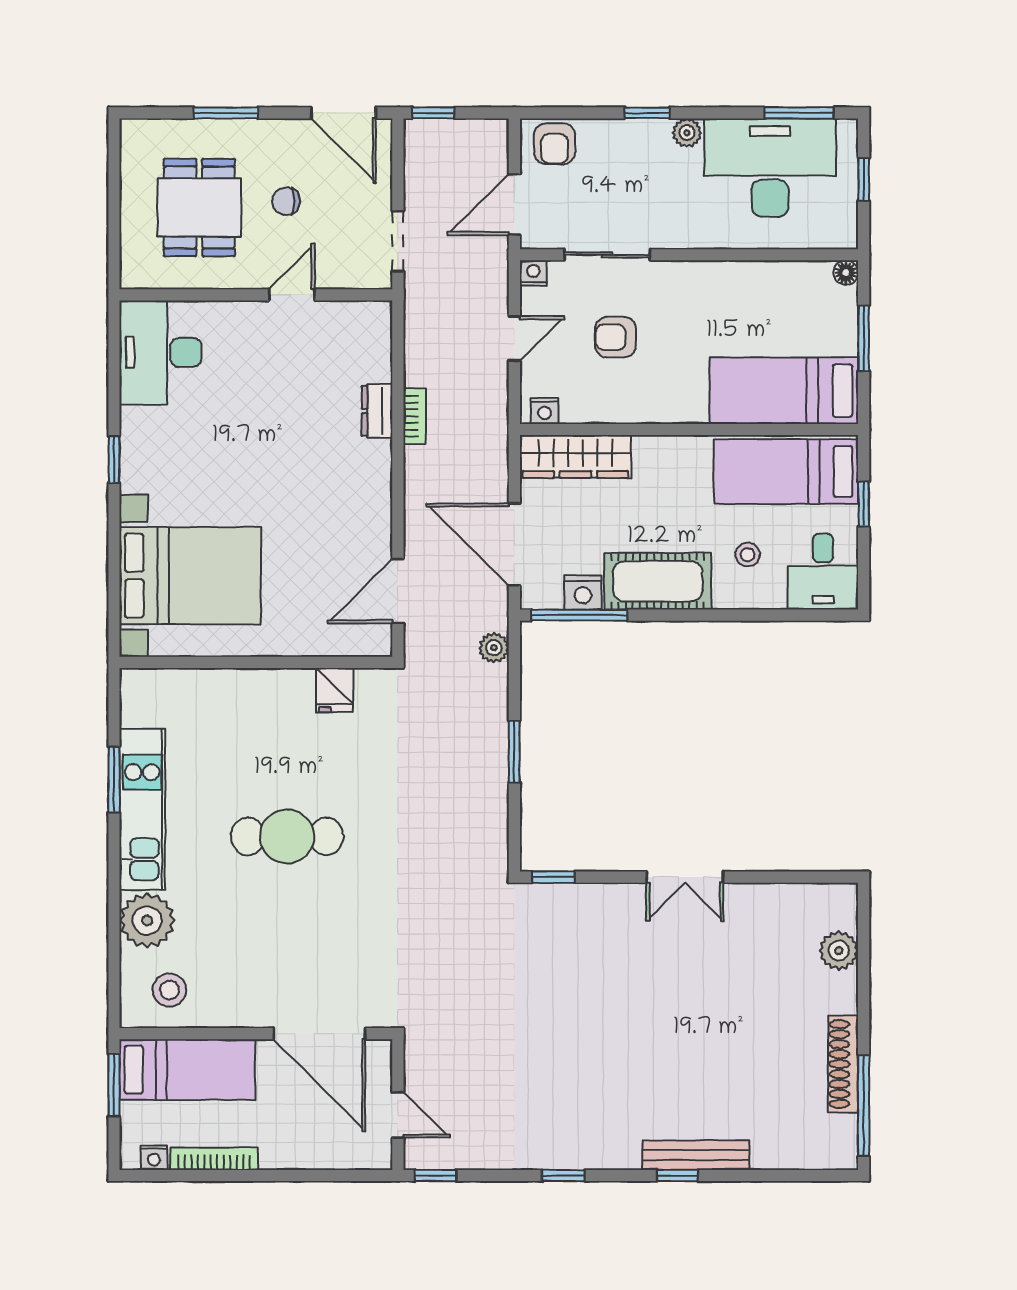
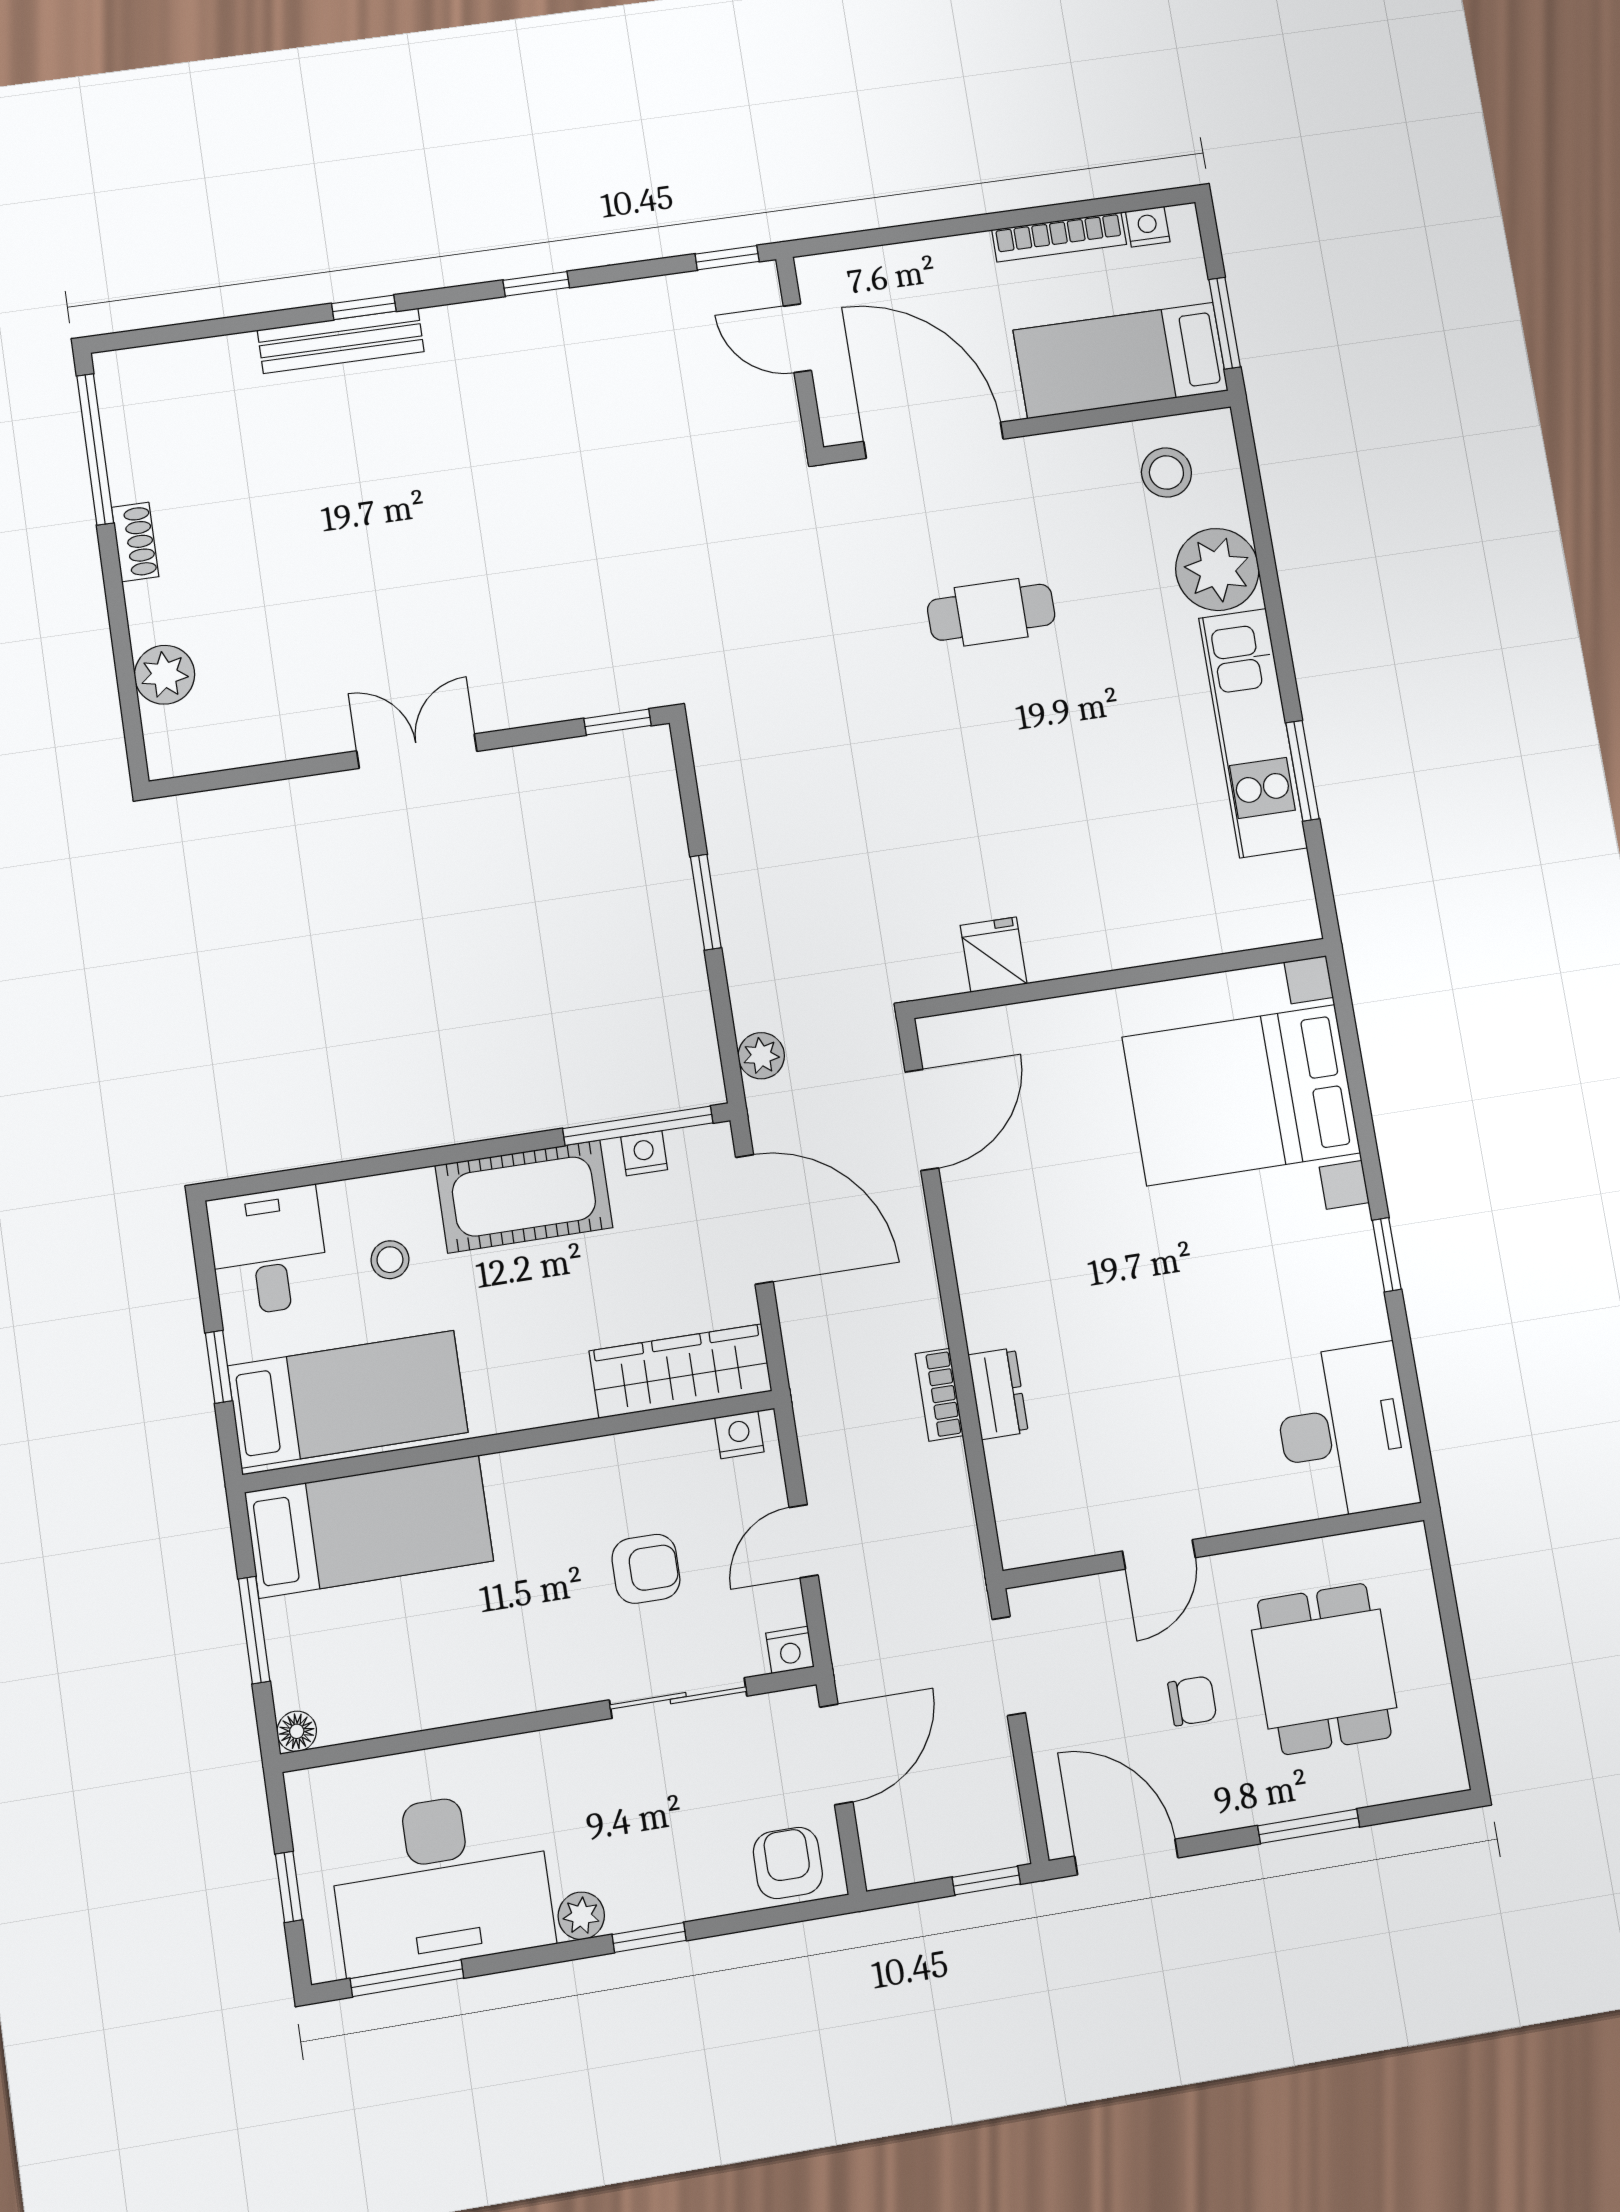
nightstand: (583, 593) -> (644, 1153), width x0.72, depth x0.74
cafe table: (287, 836) -> (991, 612), moved, width x0.73, depth x0.74
shoe rack: (843, 1064) -> (135, 542), width x0.51, depth x0.81

